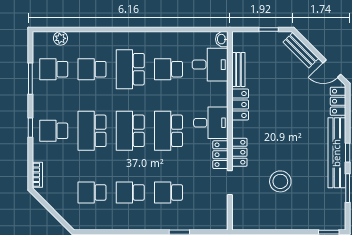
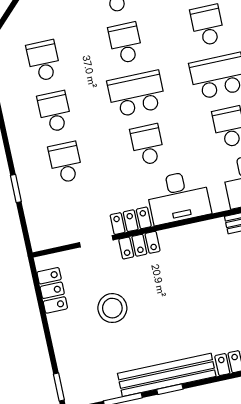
locker: (240, 105) -> (52, 290), moved, turned -90
desk: (211, 123) -> (178, 197), width x1.37
school desk: (92, 131) -> (125, 43), width x0.54
school desk: (168, 131) -> (147, 145), width x0.54

